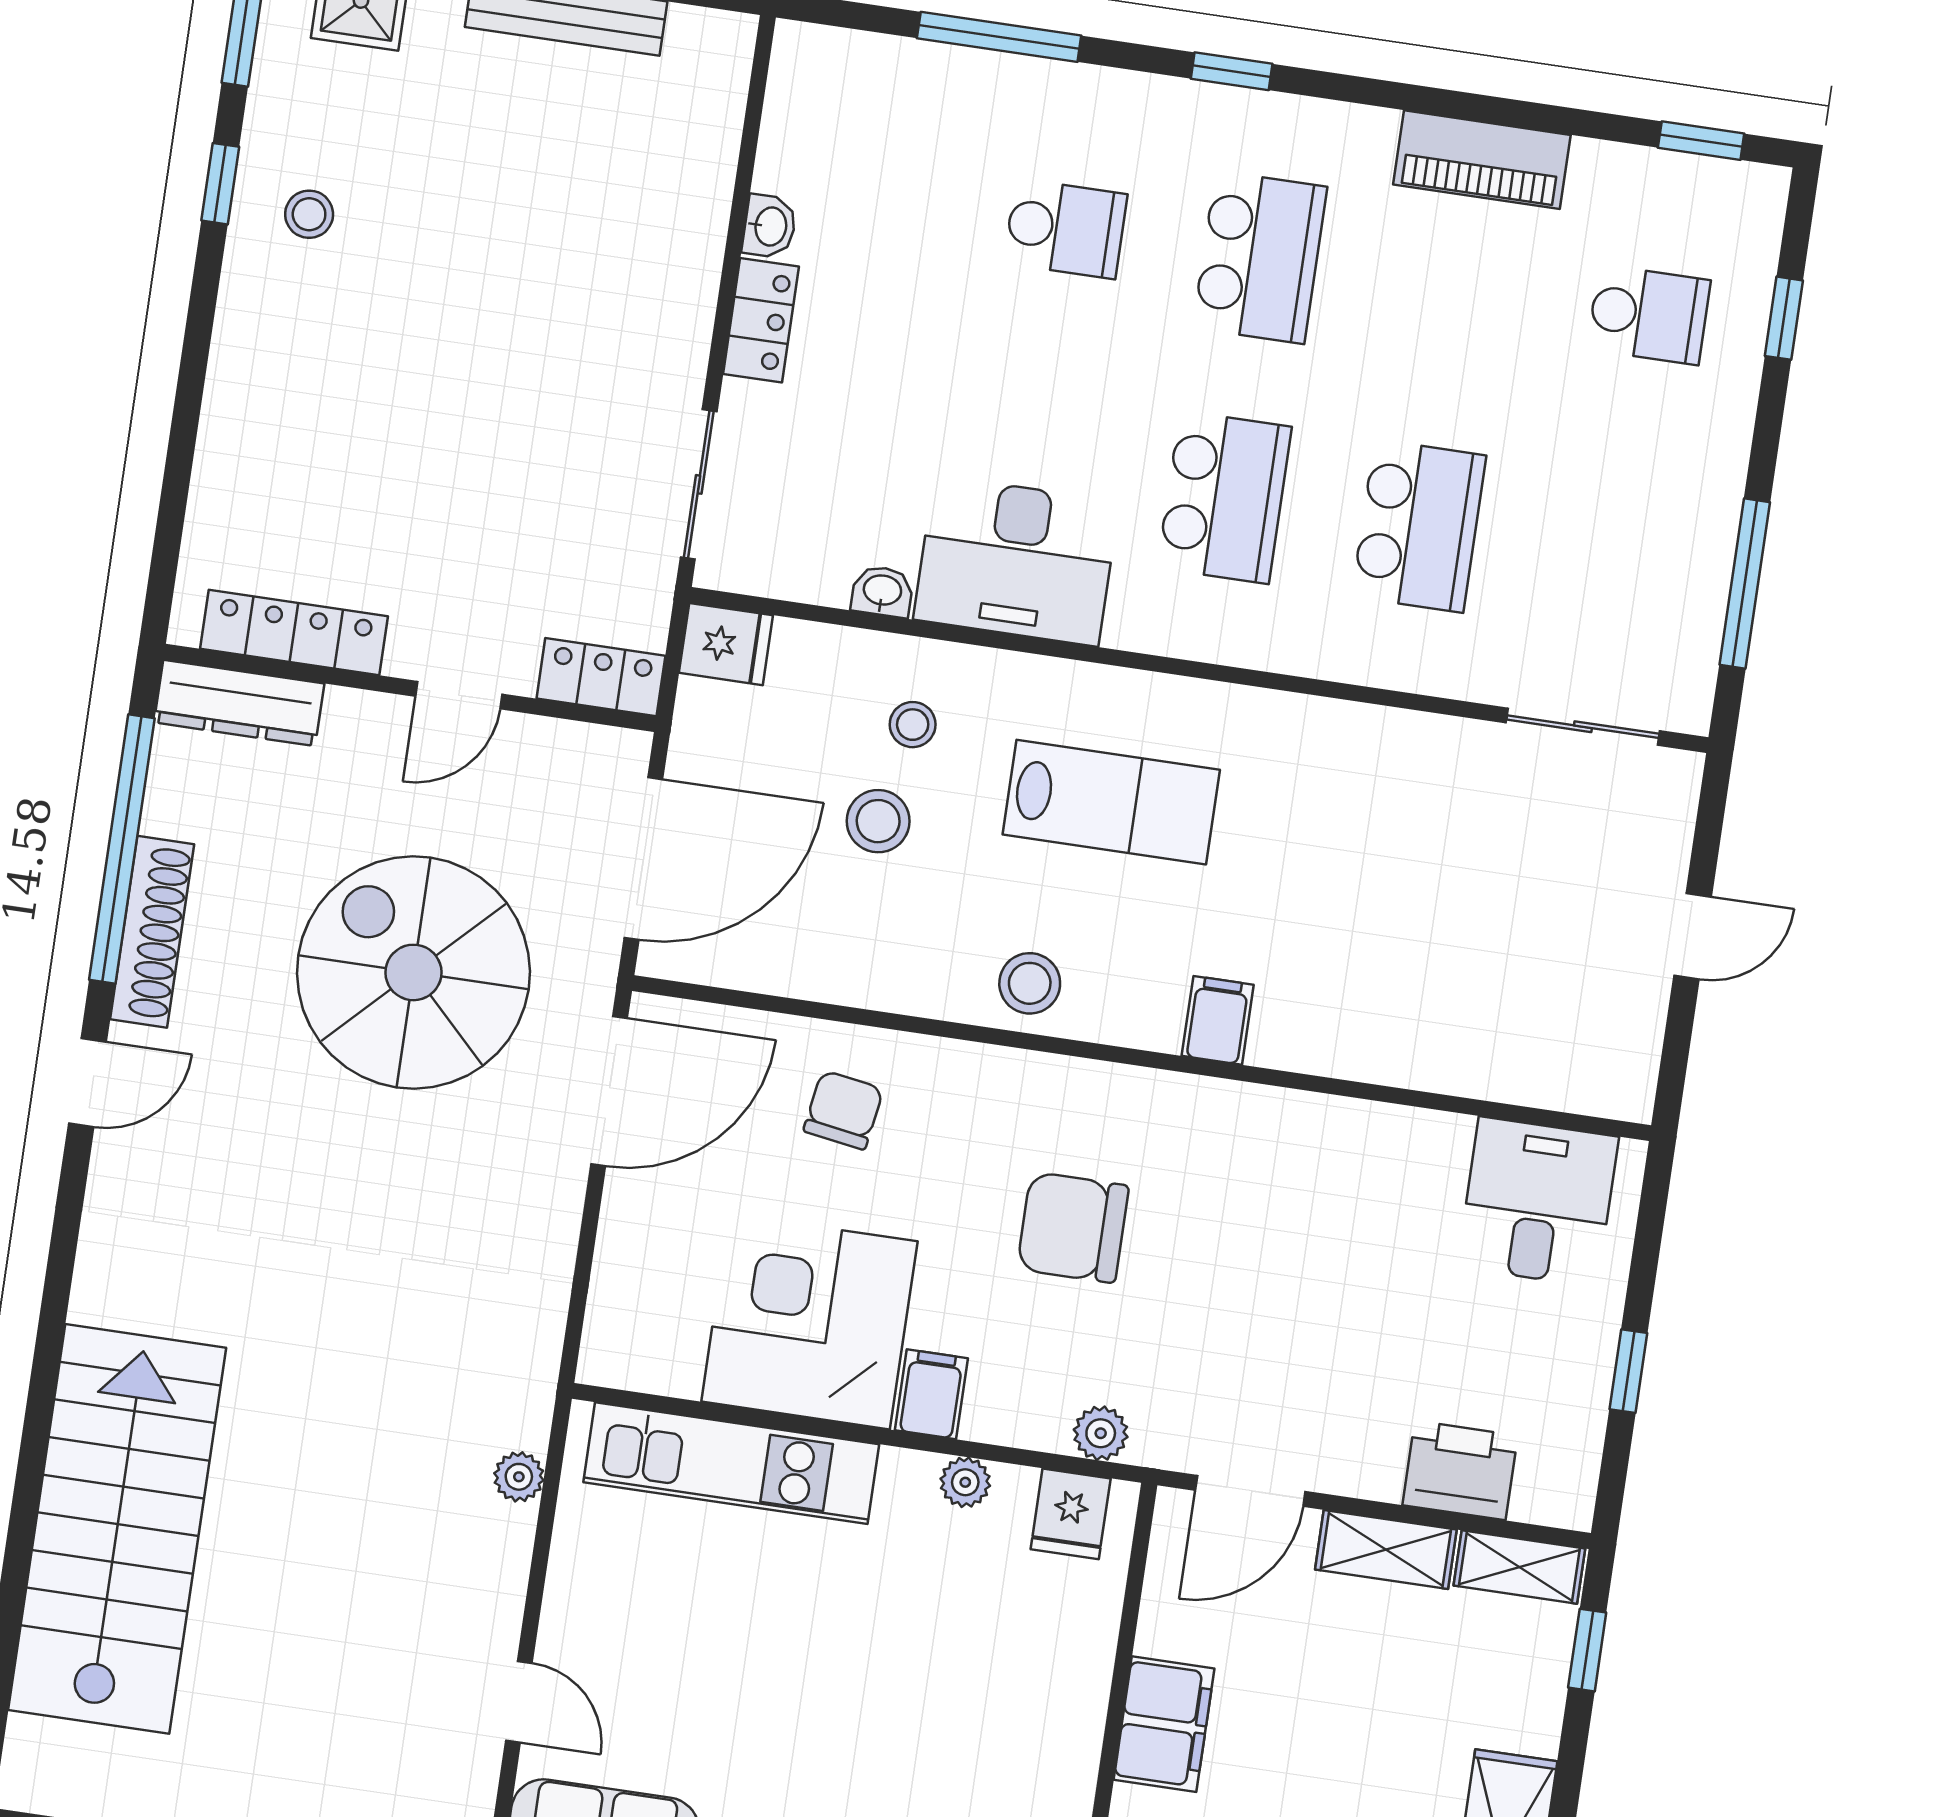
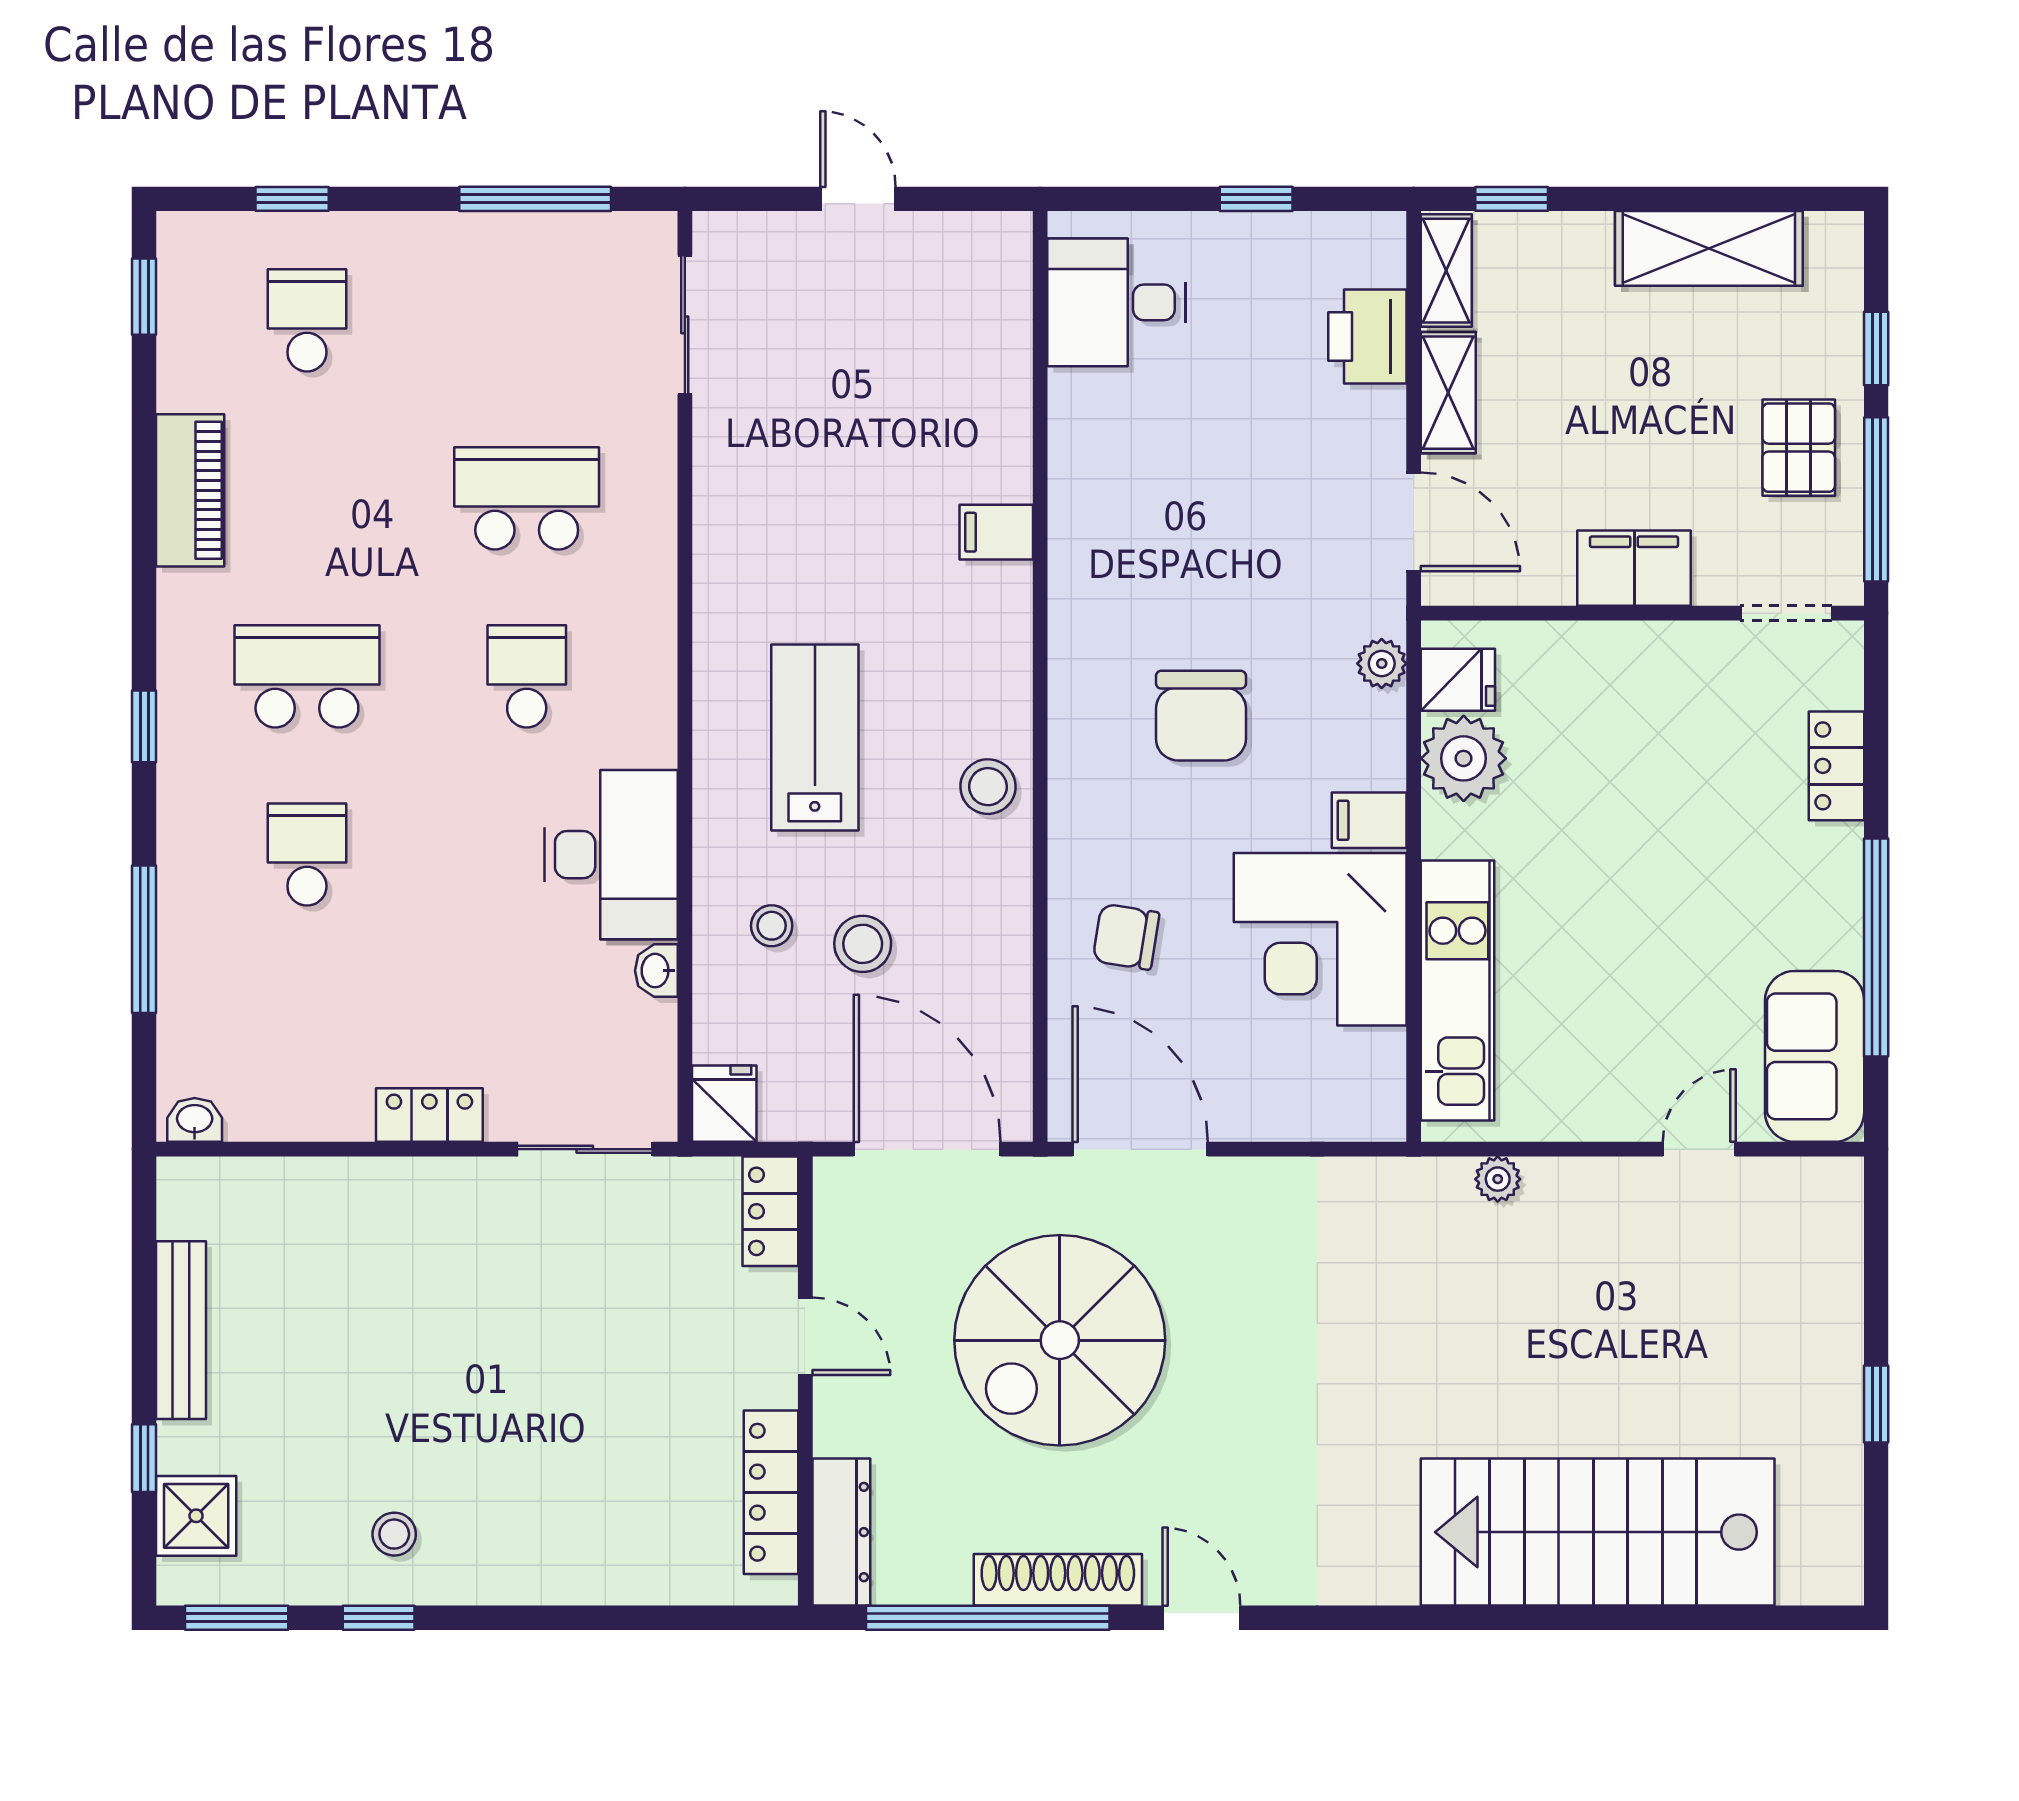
washbasin: (769, 226) -> (195, 1120), moved
school desk: (1224, 497) -> (527, 676), width x0.54
filing cabinet: (1218, 1020) -> (996, 532), moved
plant: (965, 1482) -> (1464, 758), width x1.87, depth x1.87

